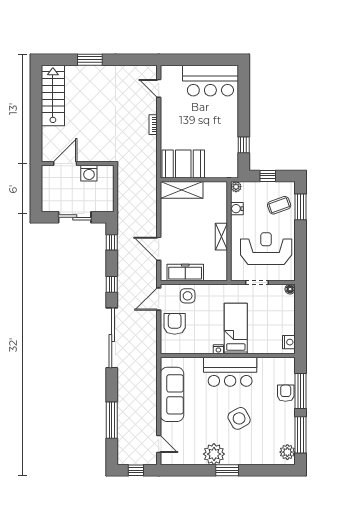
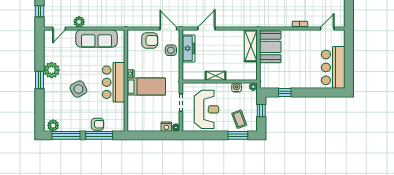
nightstand: (289, 342) -> (166, 127), moved
plant: (150, 418) -> (79, 22), added

